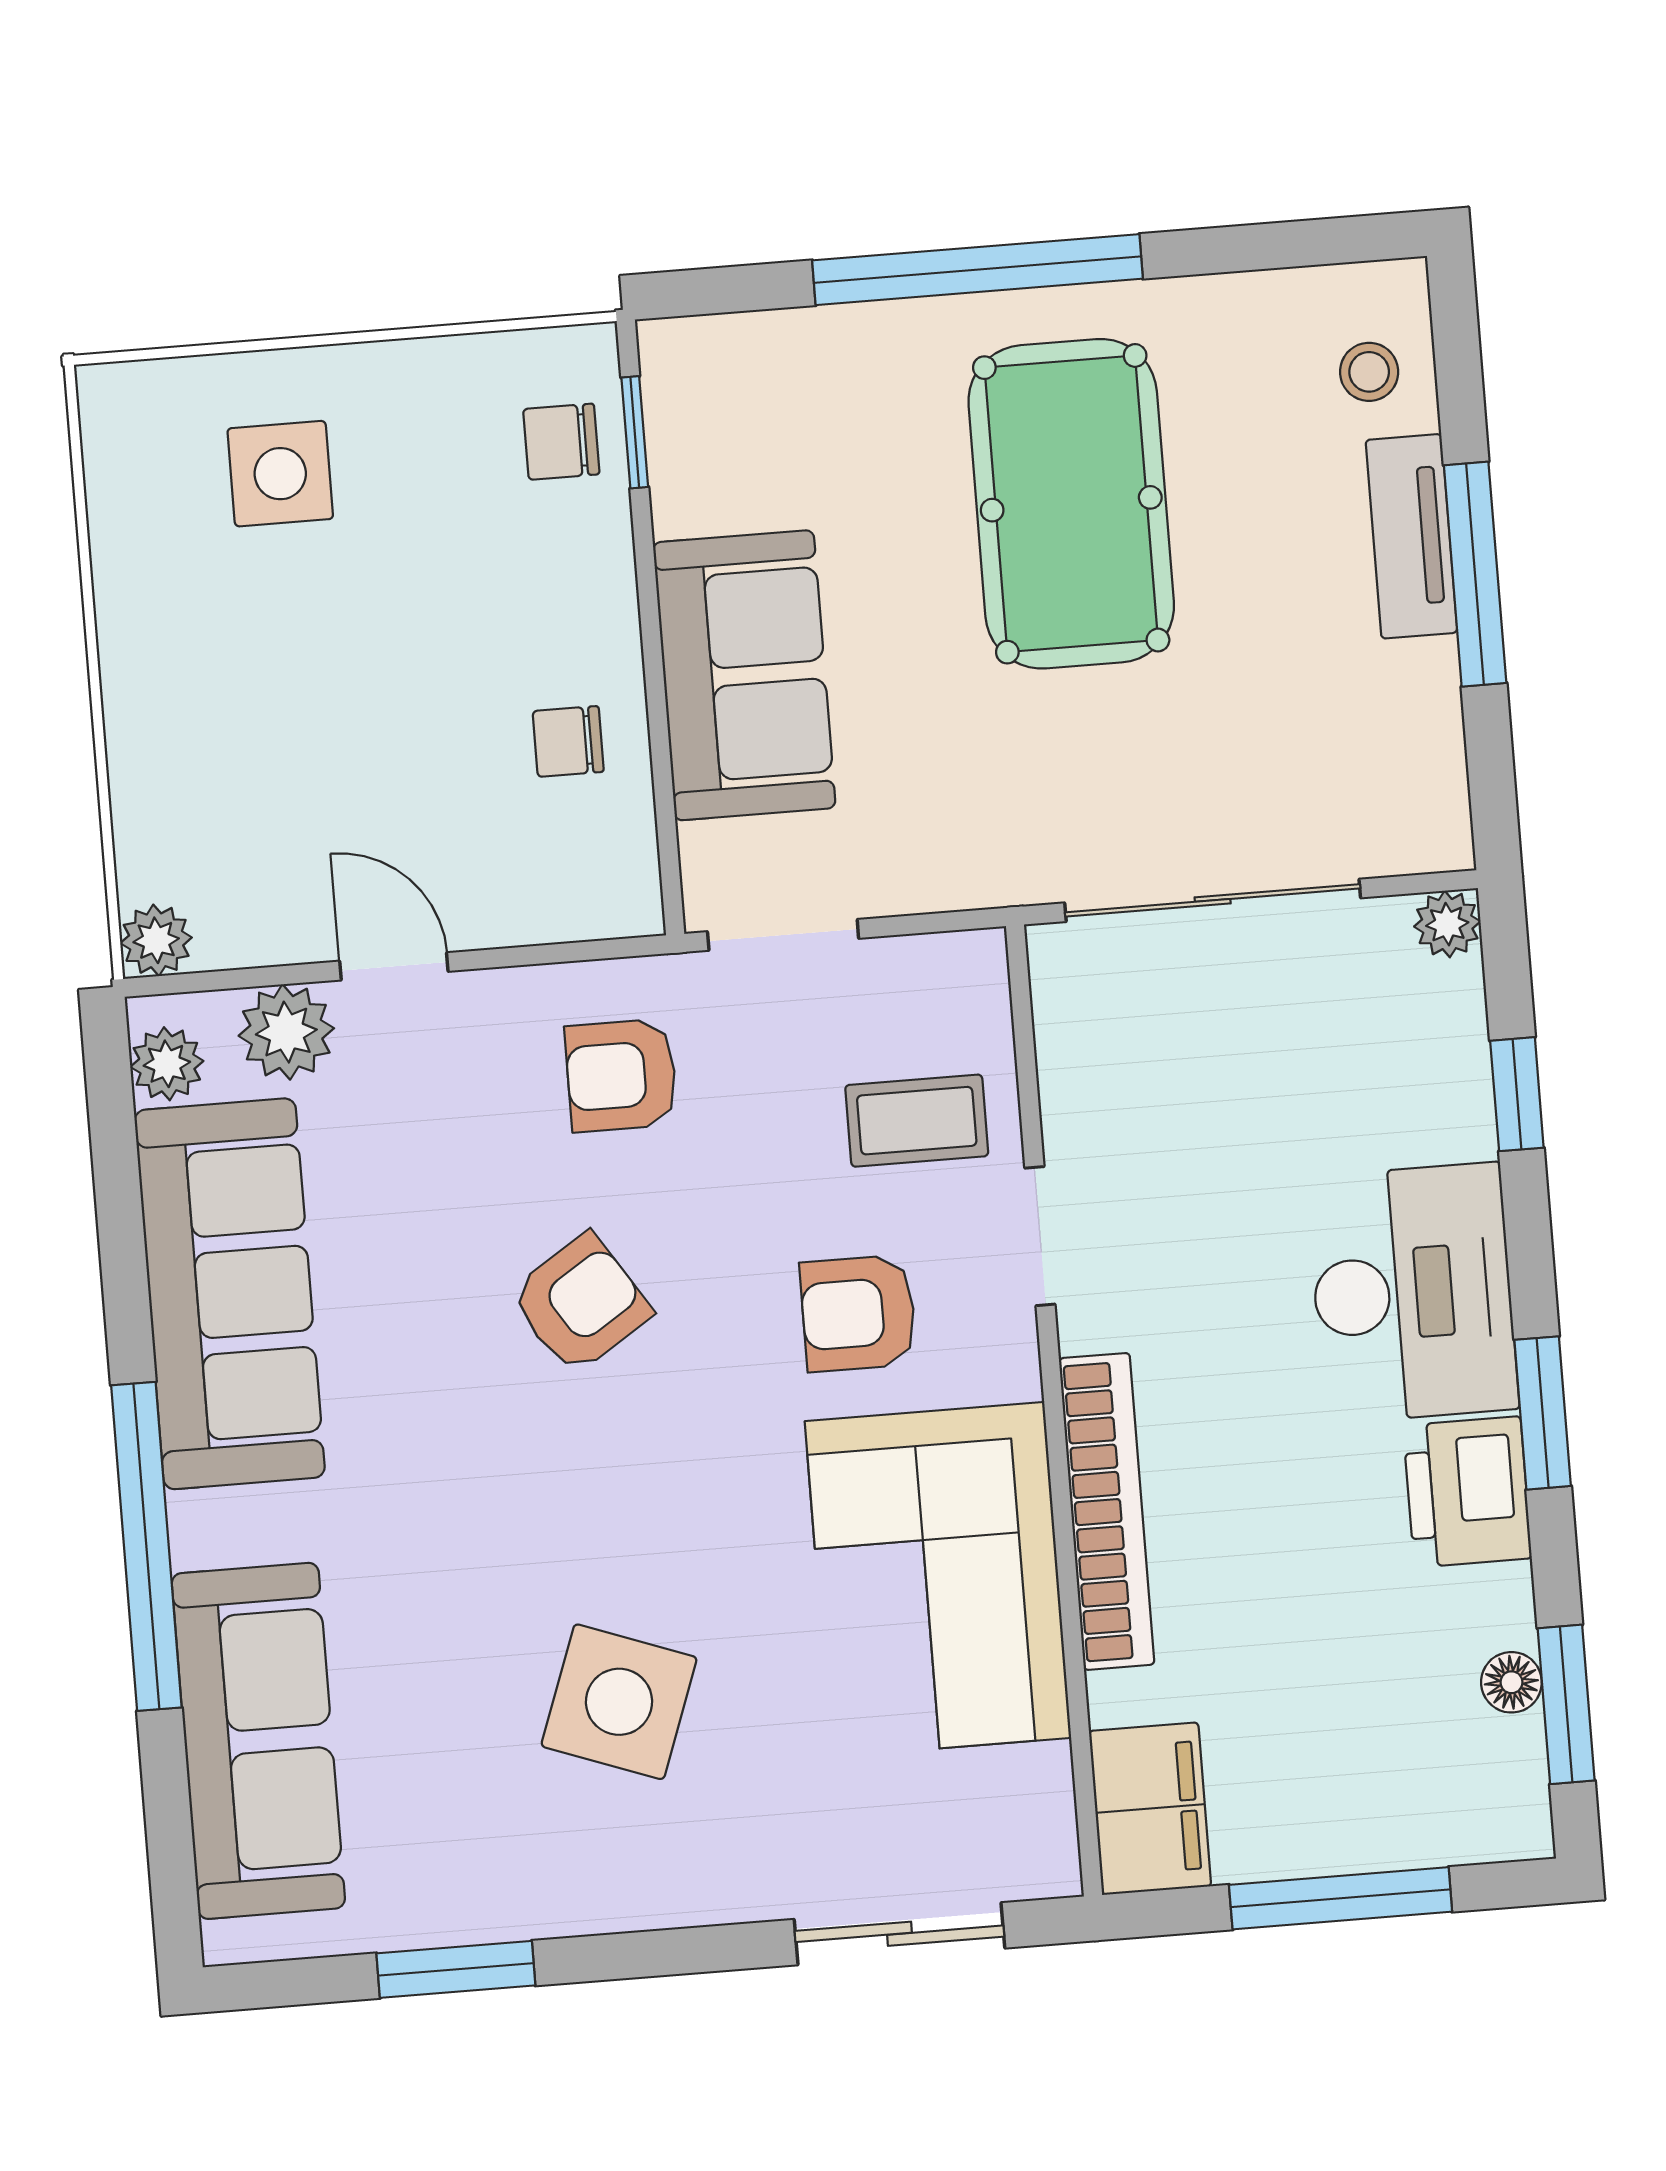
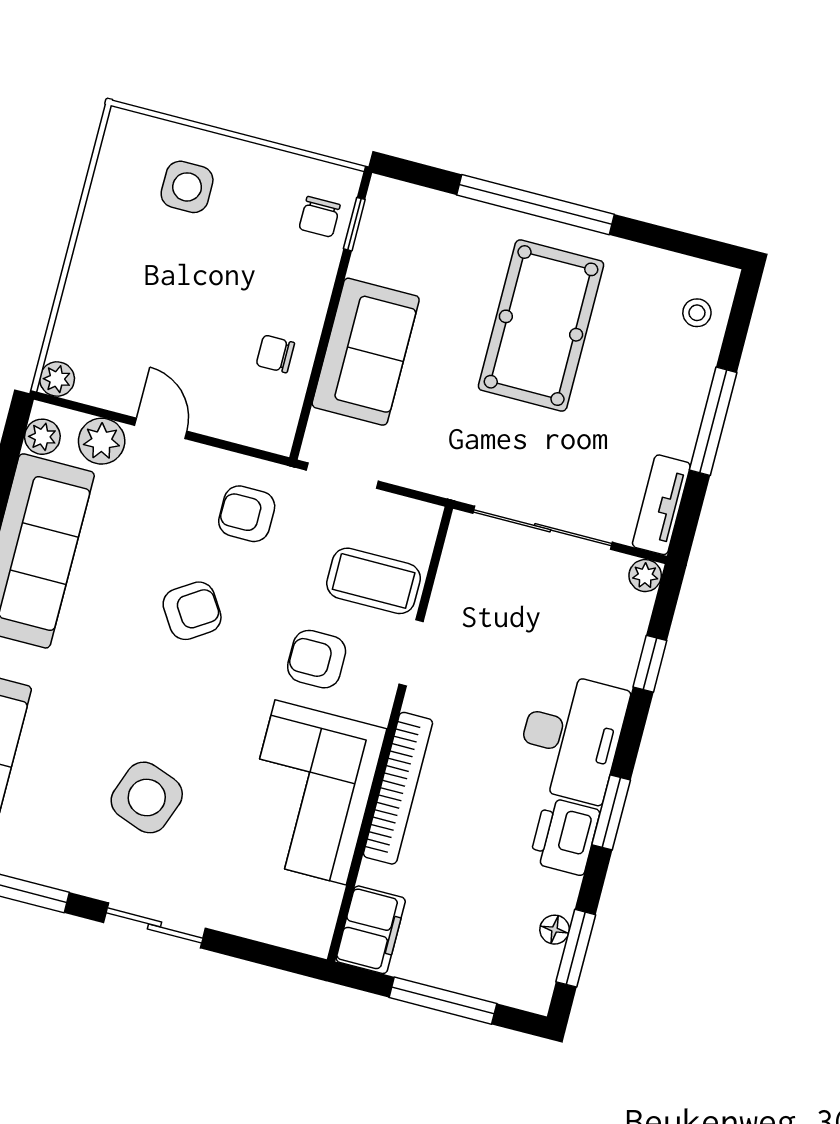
chair: (561, 442) -> (320, 217), turned -90
tv unit: (1411, 536) -> (661, 505), moved
coffee table: (917, 1121) -> (374, 581), width x1.36, depth x1.30
sliding door: (899, 1934) -> (155, 925), moved

